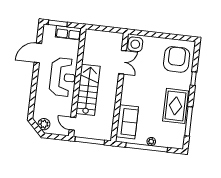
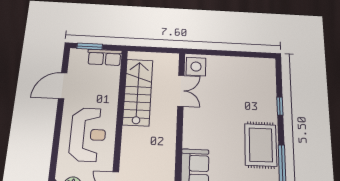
armchair: (177, 59) -> (254, 83), removed
reception desk: (63, 77) -> (88, 134), moved
stairs: (88, 90) -> (138, 92), moved

